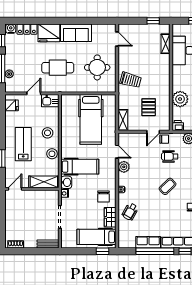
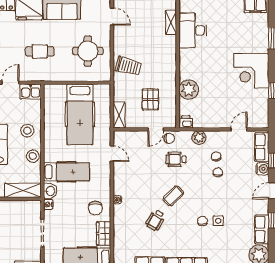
cafe table: (58, 68) -> (40, 51), width x0.73, depth x0.74
plant: (124, 167) -> (120, 172), removed
wheelchair: (130, 212) -> (156, 220), moved

